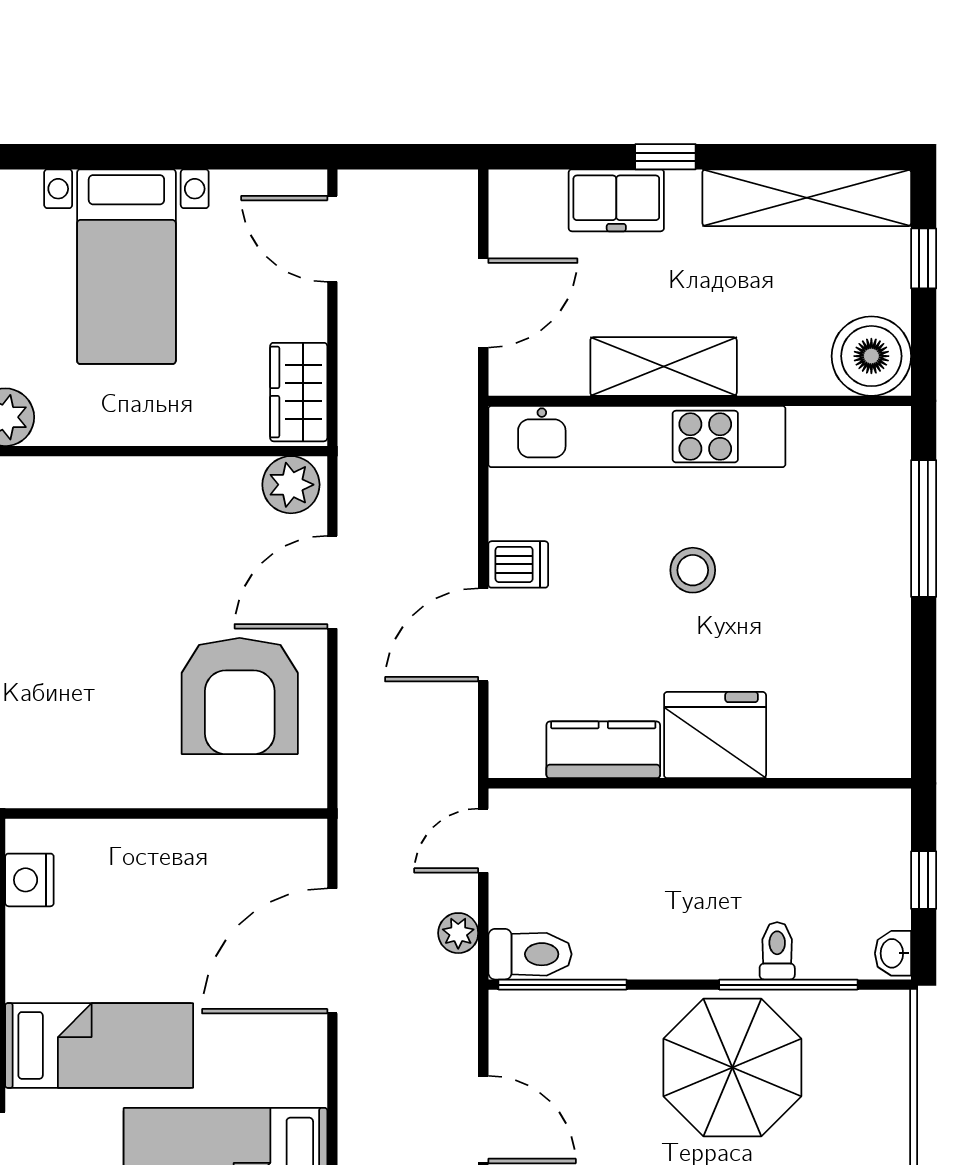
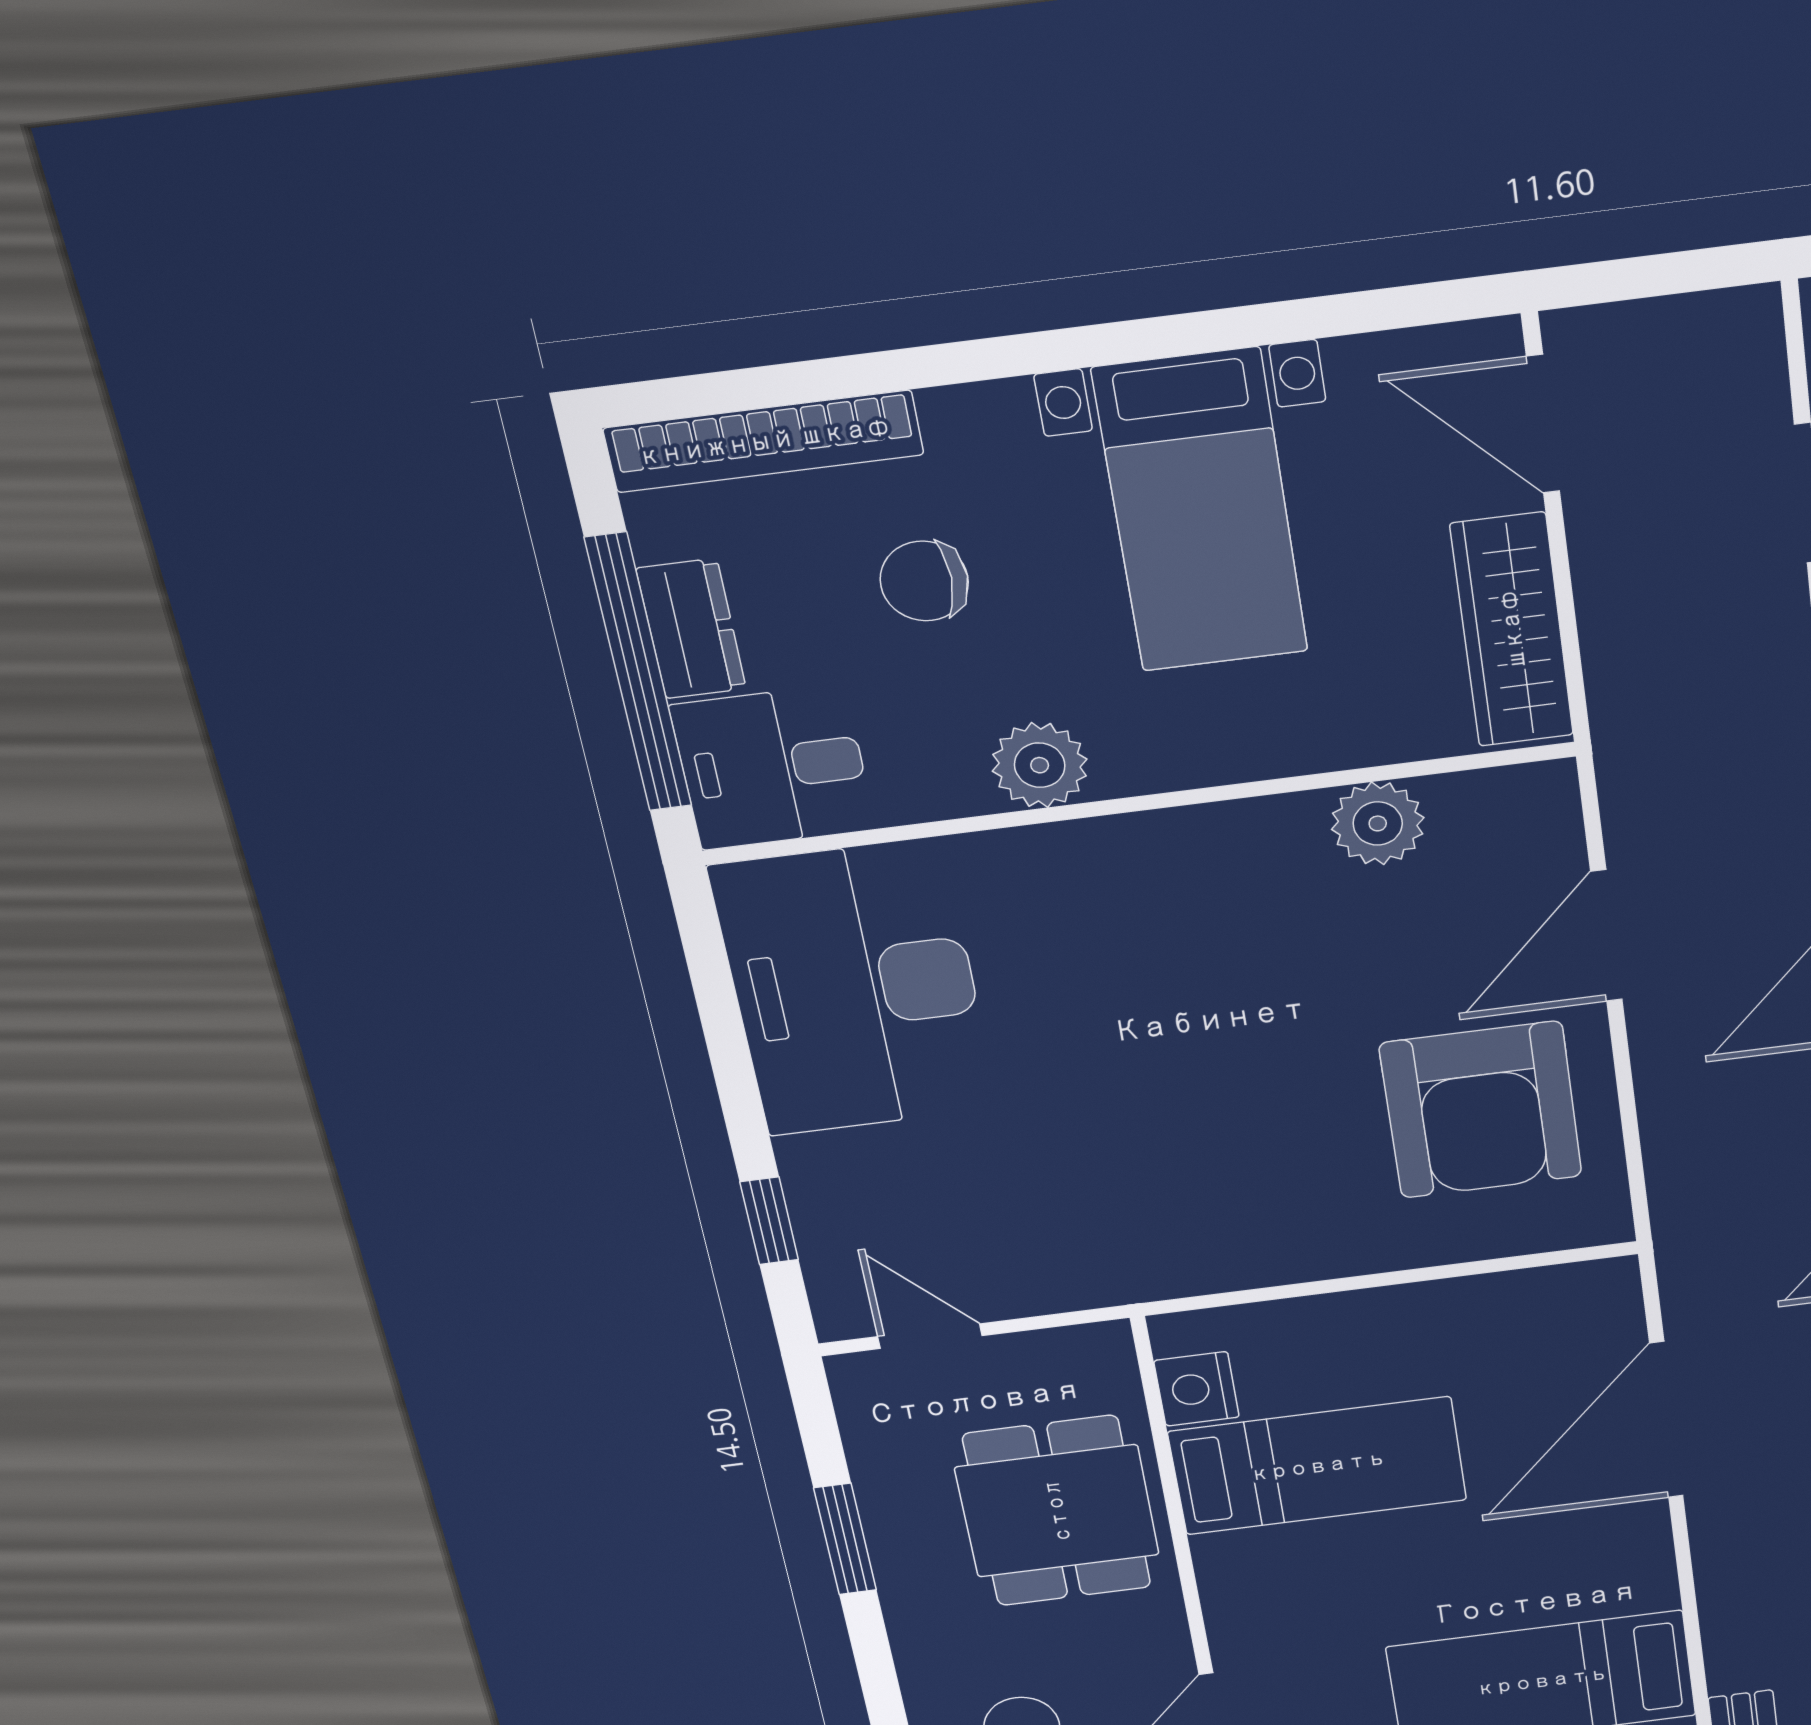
wardrobe: (299, 392) -> (1512, 630), width x1.50
plant: (291, 485) -> (1378, 823), moved
bed: (99, 1045) -> (1318, 1466), moved

